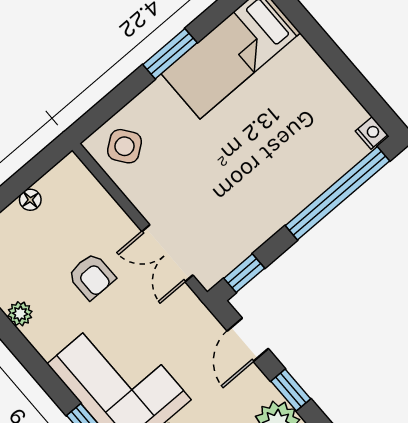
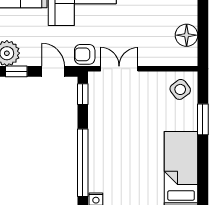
window: (170, 54) -> (203, 119), moved
floor lamp: (30, 200) -> (187, 35), width x1.89, depth x1.89
armchair: (92, 276) -> (85, 54), moved

